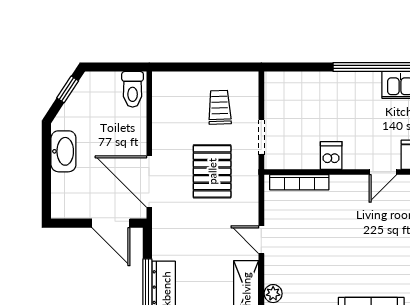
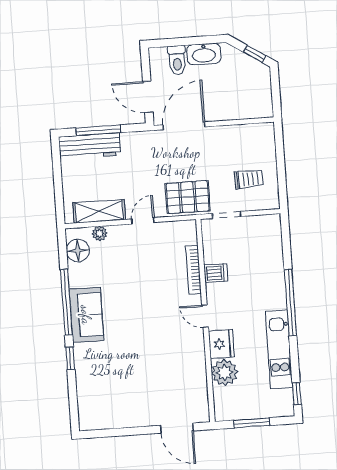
toilet: (133, 89) -> (177, 60), moved, turned -90
pallet: (212, 171) -> (188, 197), moved
bookcase: (299, 182) -> (193, 270), moved
door: (111, 223) -> (148, 97), hinge flipped

